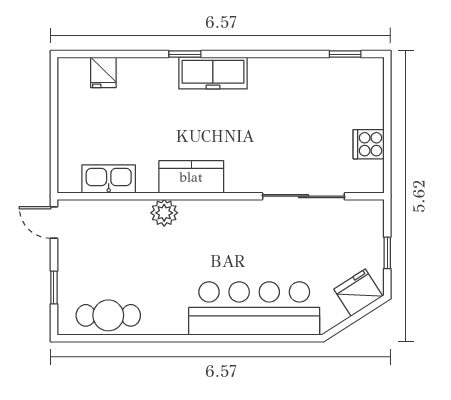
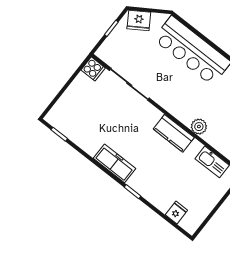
freezer: (213, 73) -> (114, 163), moved
cooker: (369, 144) -> (93, 69), moved

